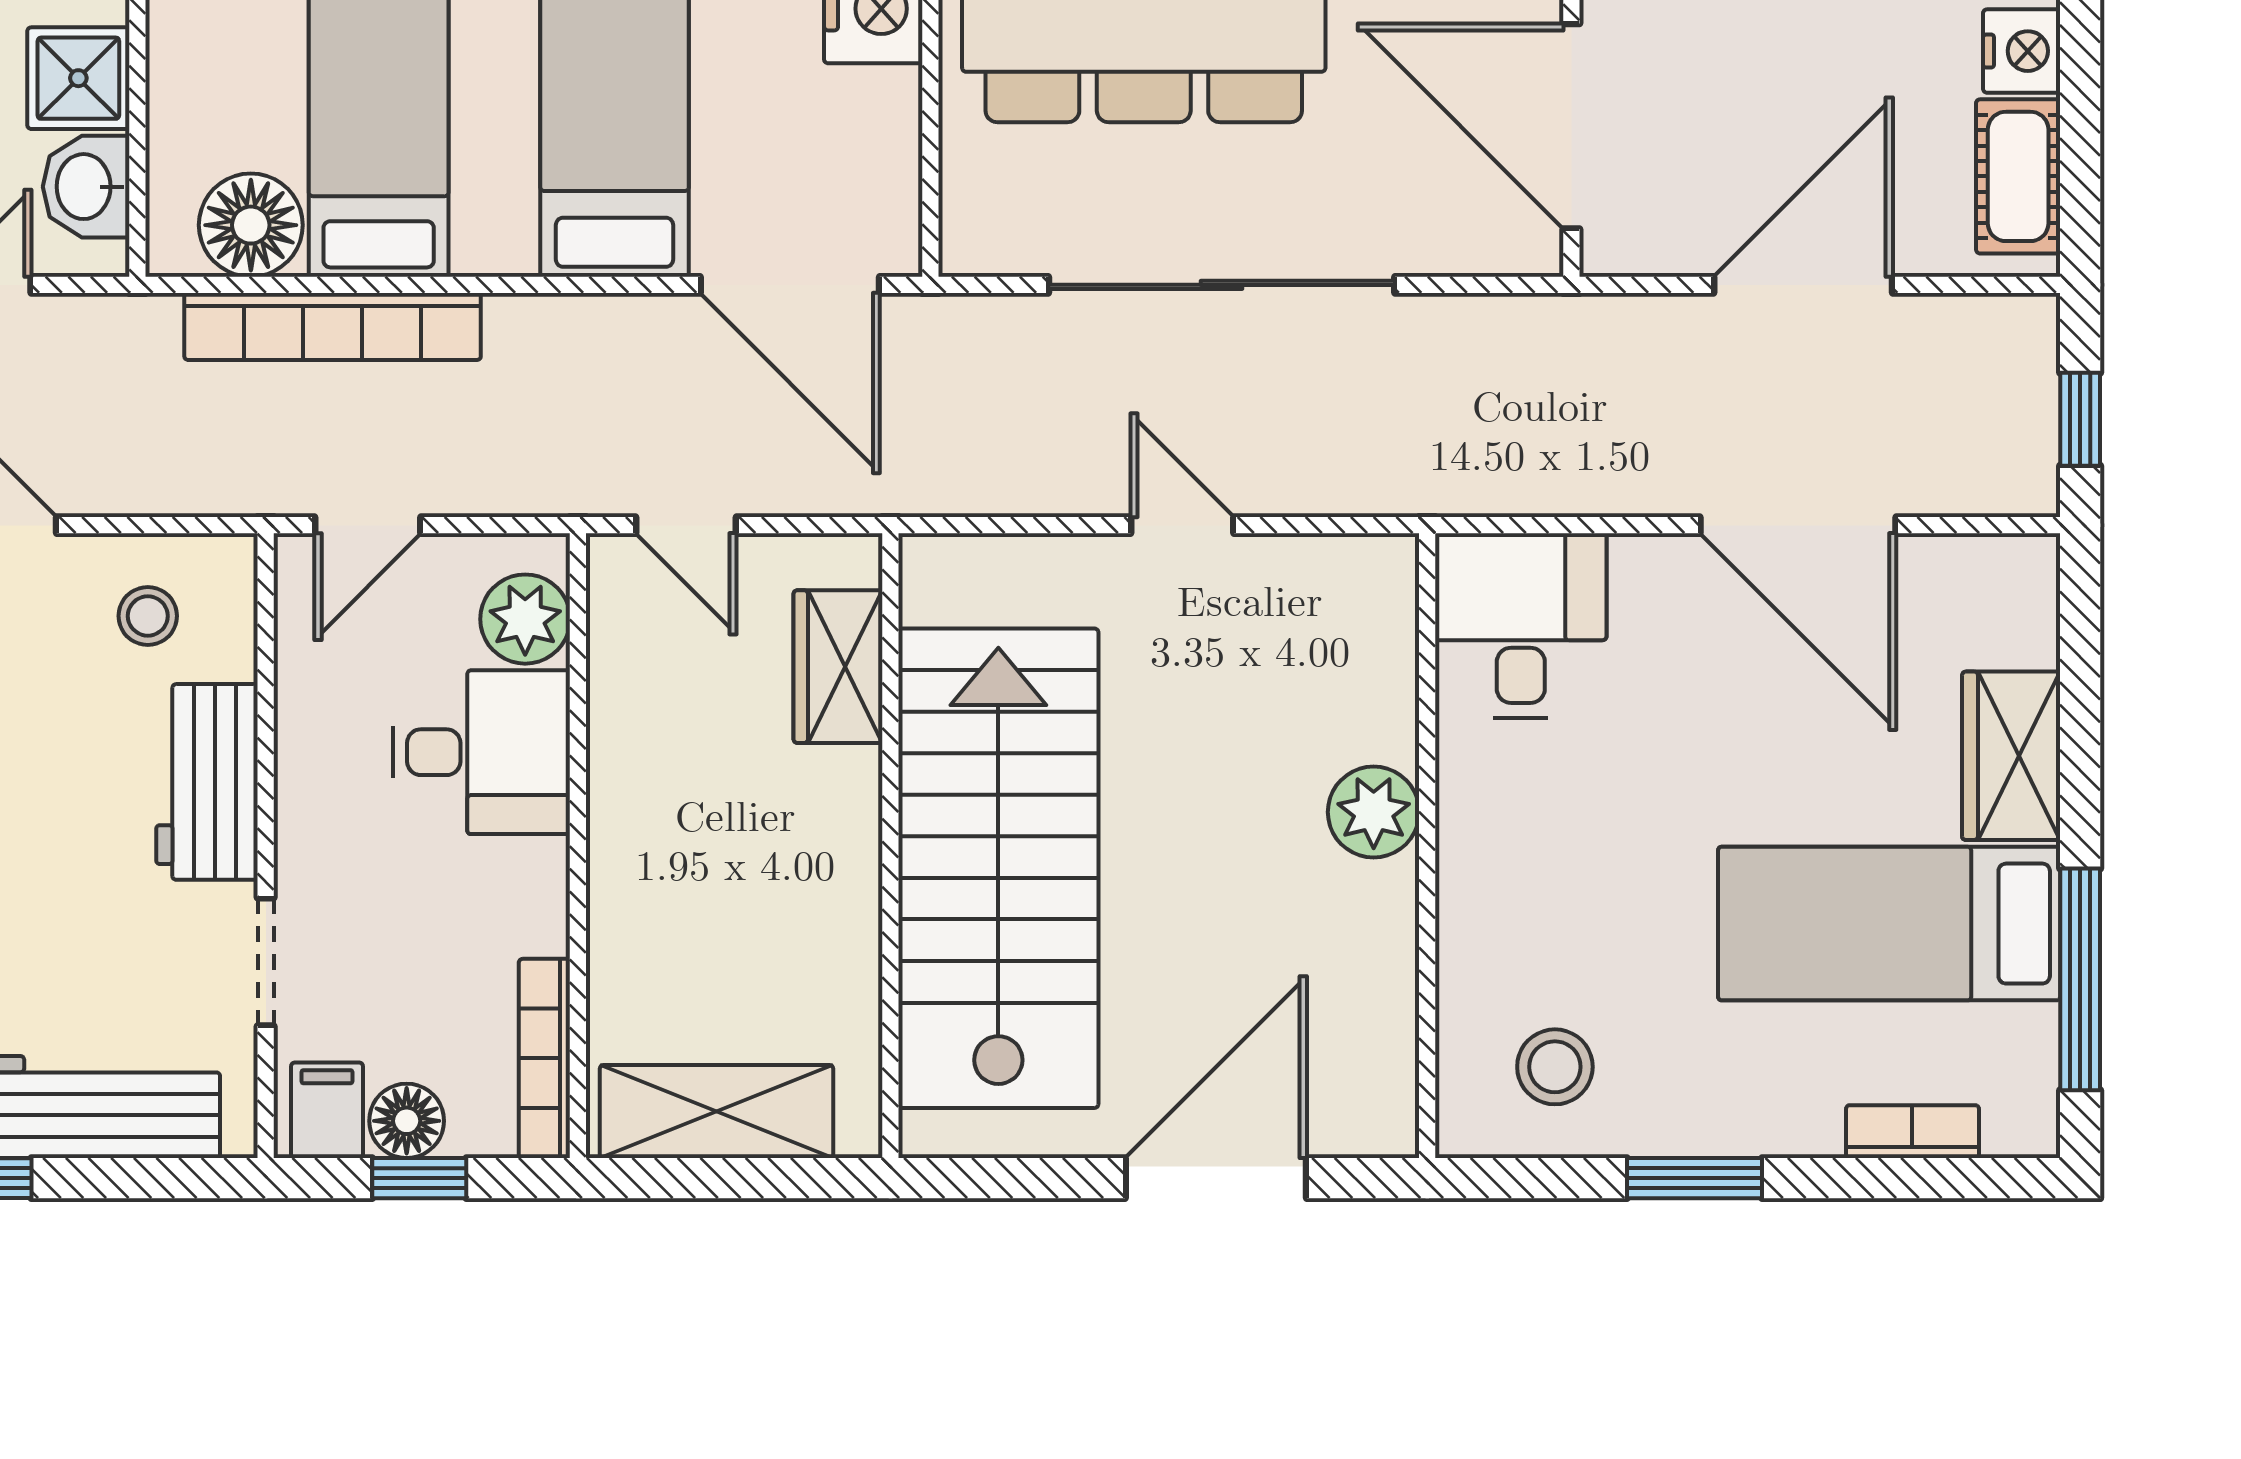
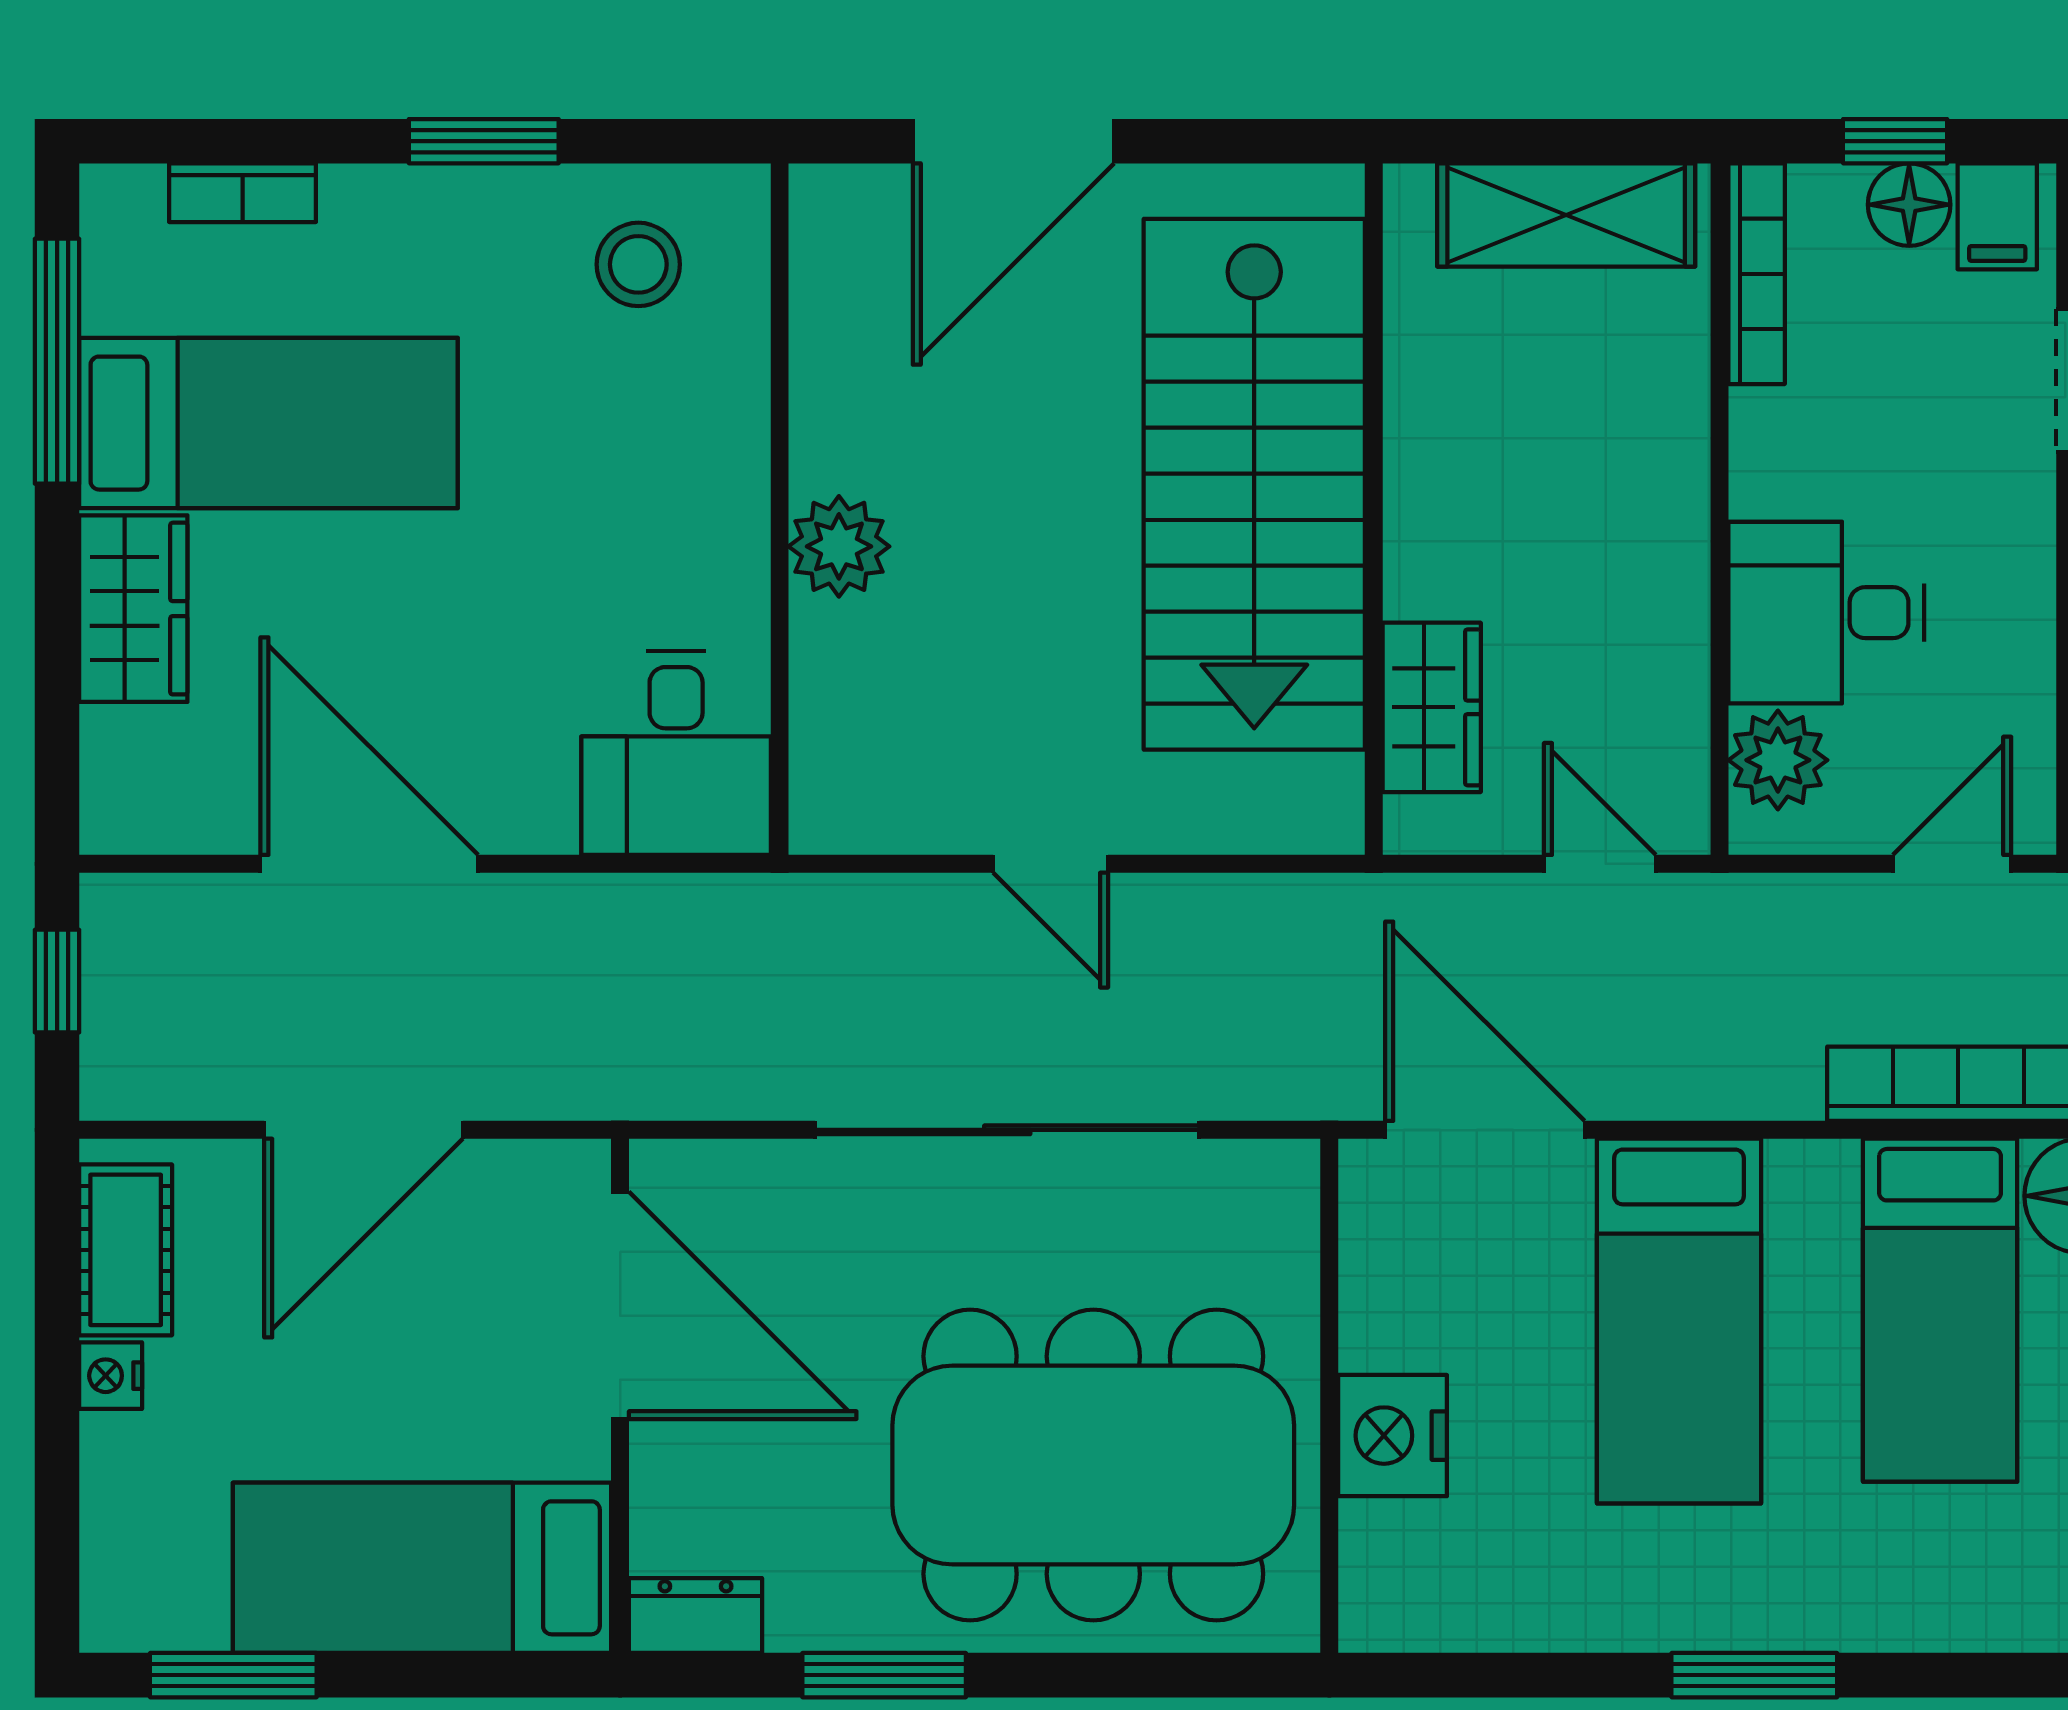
nightstand: (2022, 51) -> (111, 1376), width x0.72, depth x0.74

